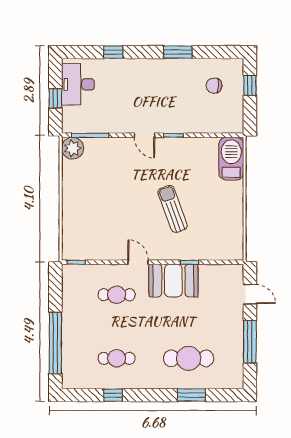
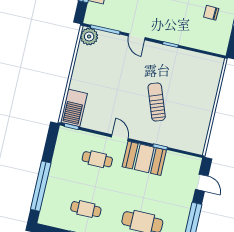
door: (145, 135) -> (137, 37), moved
barbecue: (231, 159) -> (74, 108), moved, turned 180

